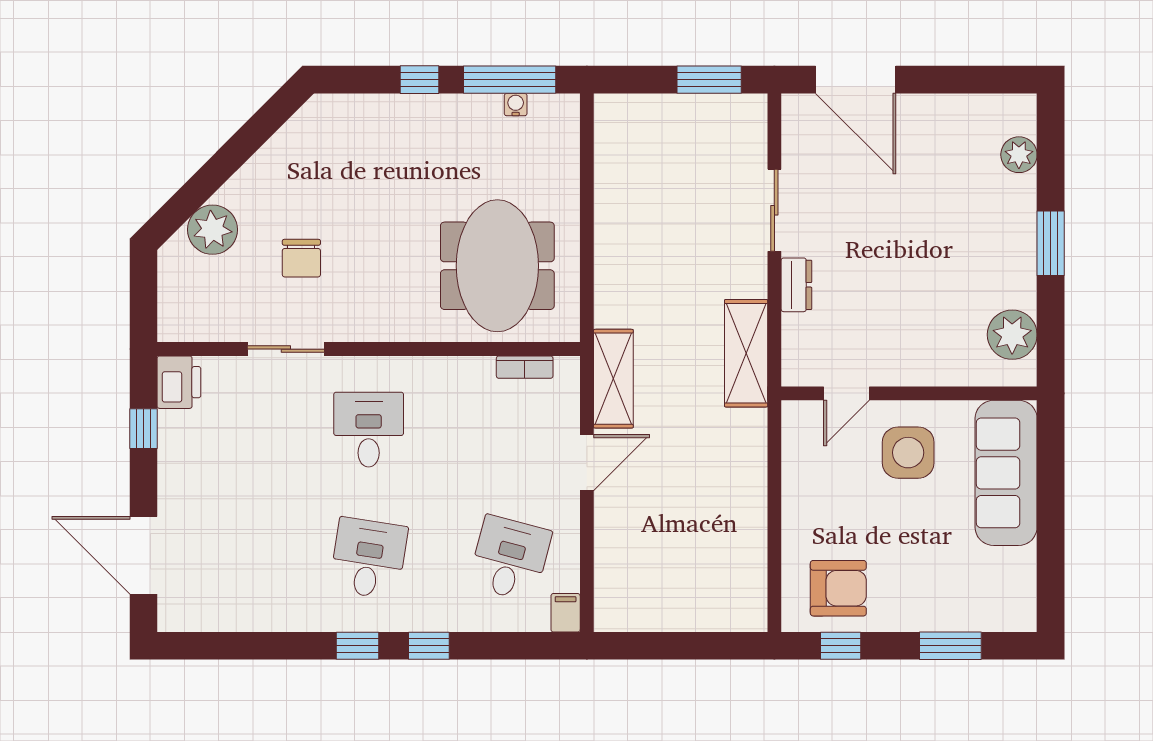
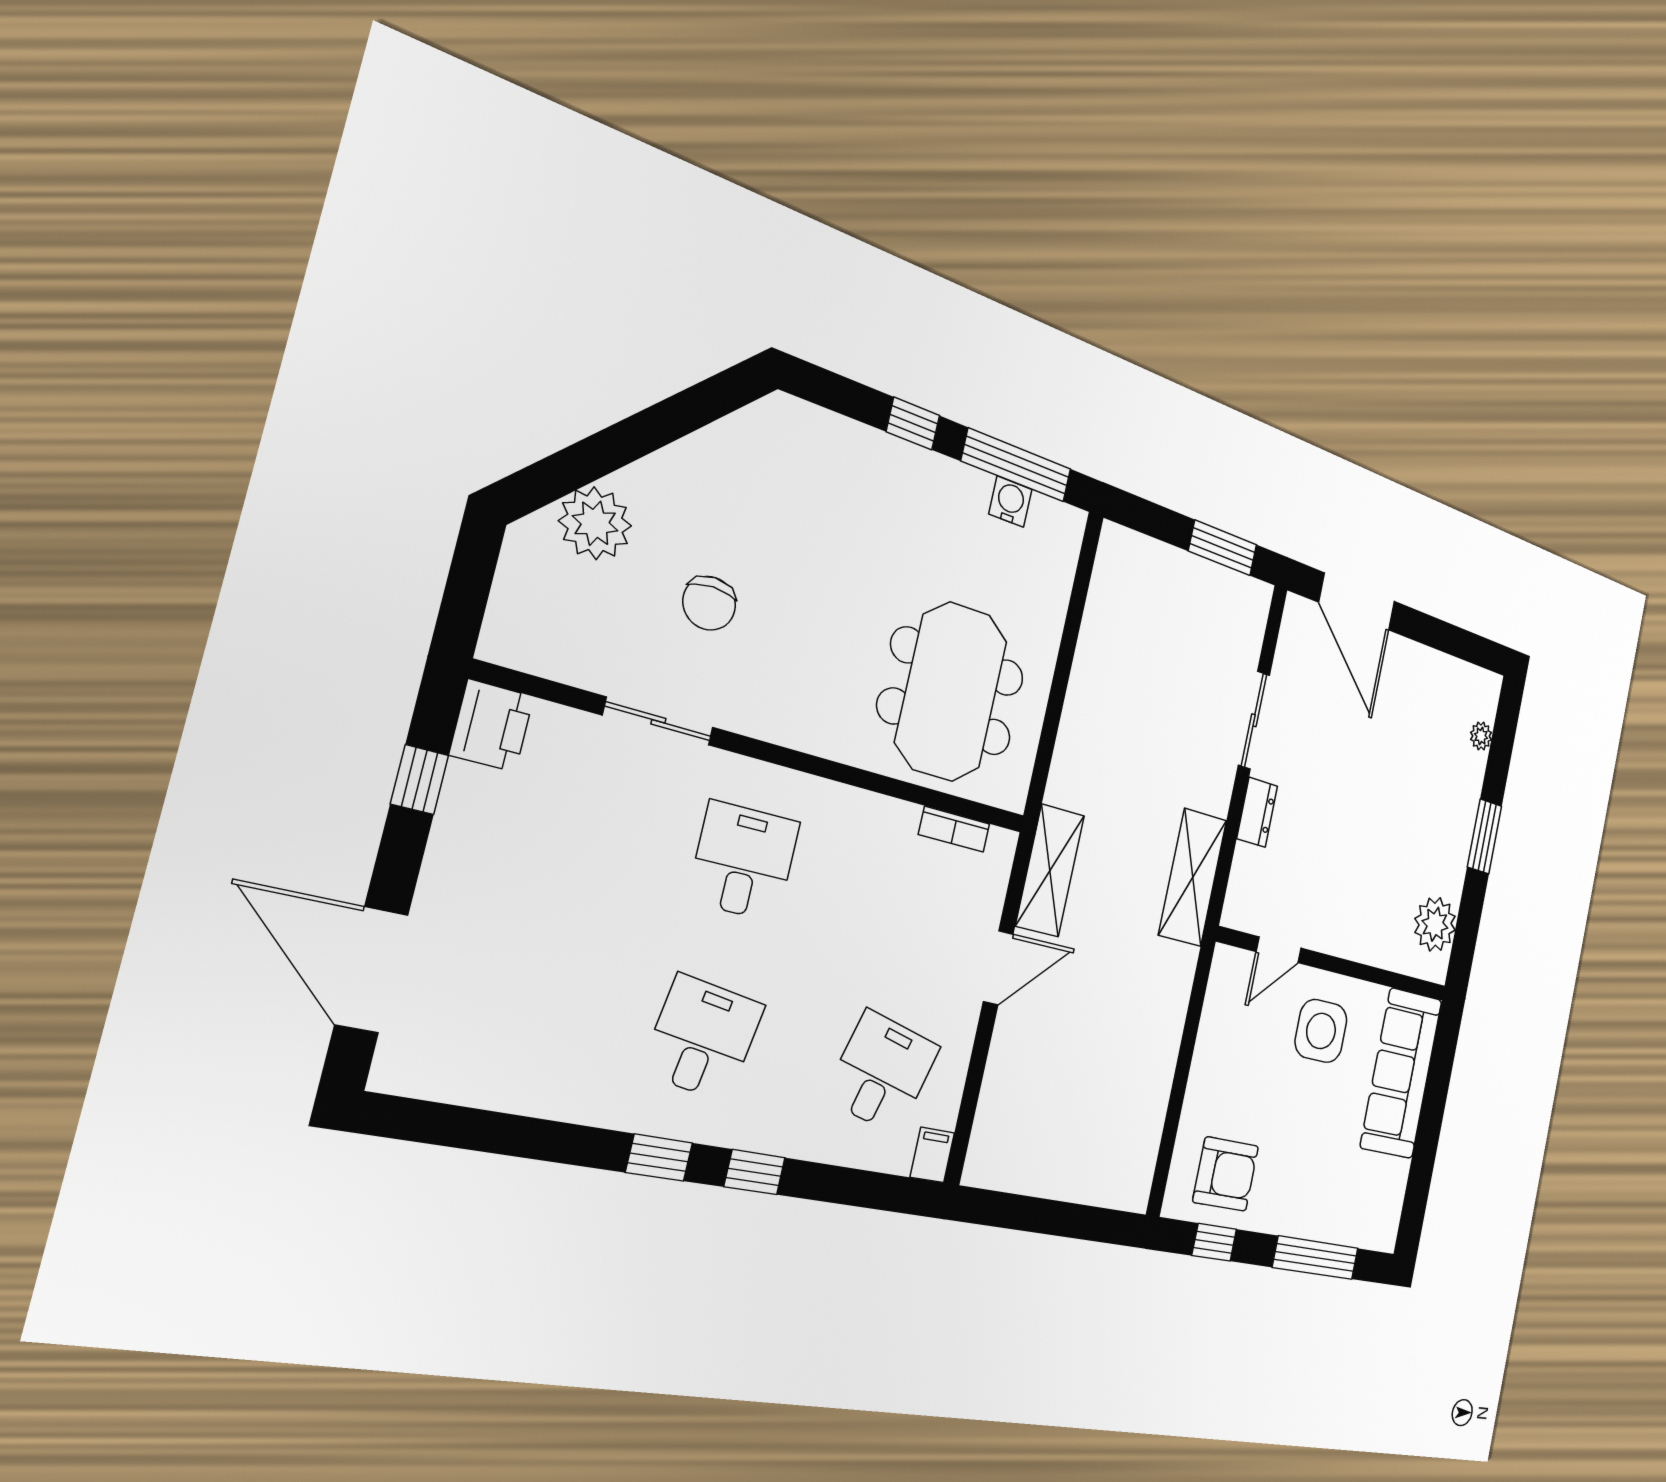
water cooler: (516, 105) -> (1010, 502), width x1.38, depth x1.38
plant: (1019, 155) -> (1481, 736), width x0.73, depth x0.73
window: (950, 646) -> (1316, 1258), width x1.44

